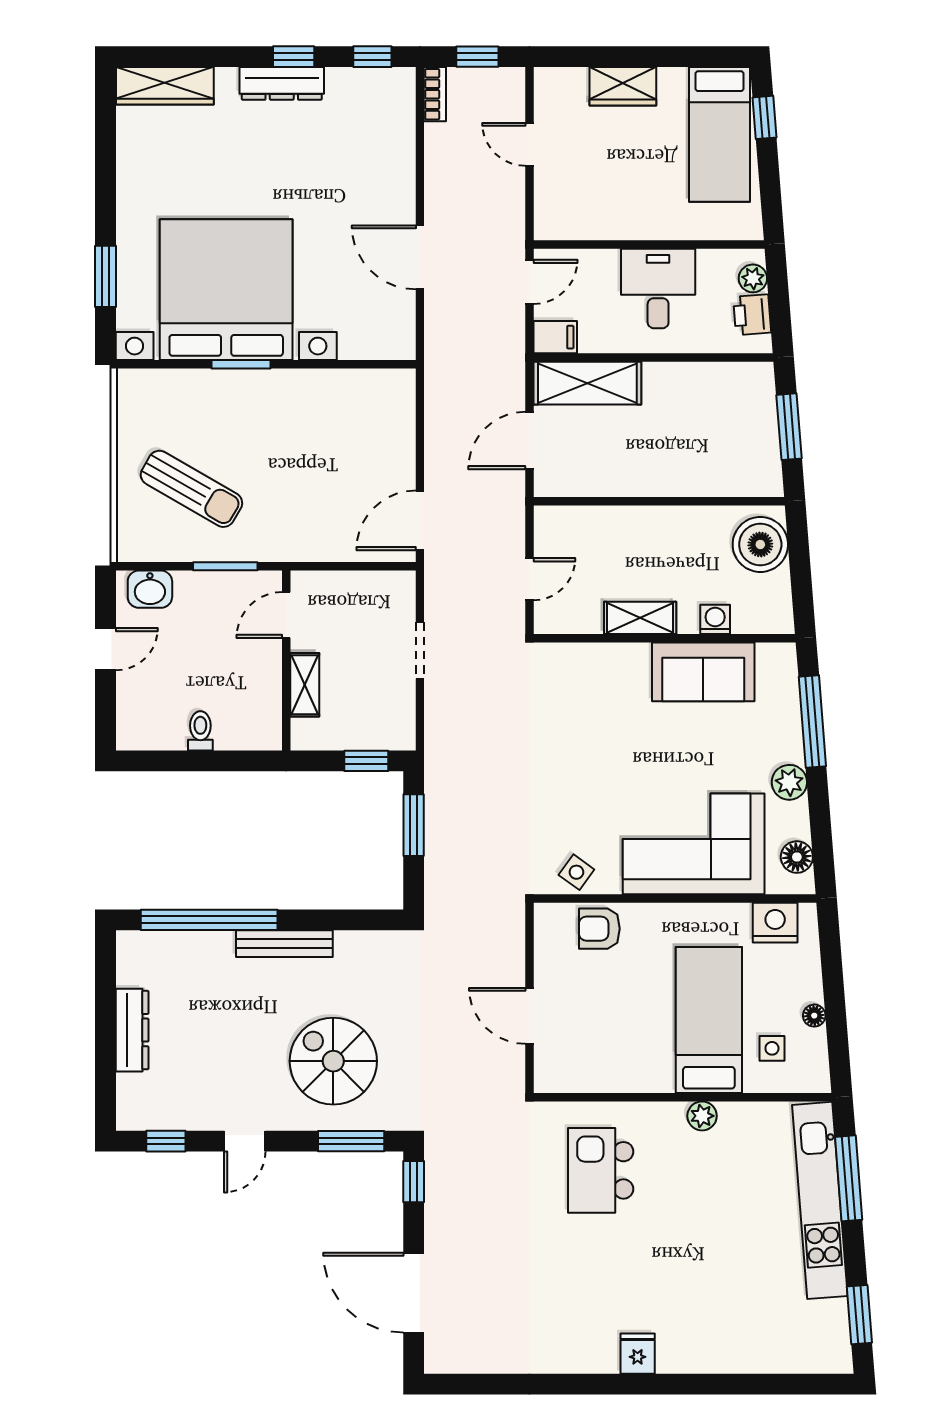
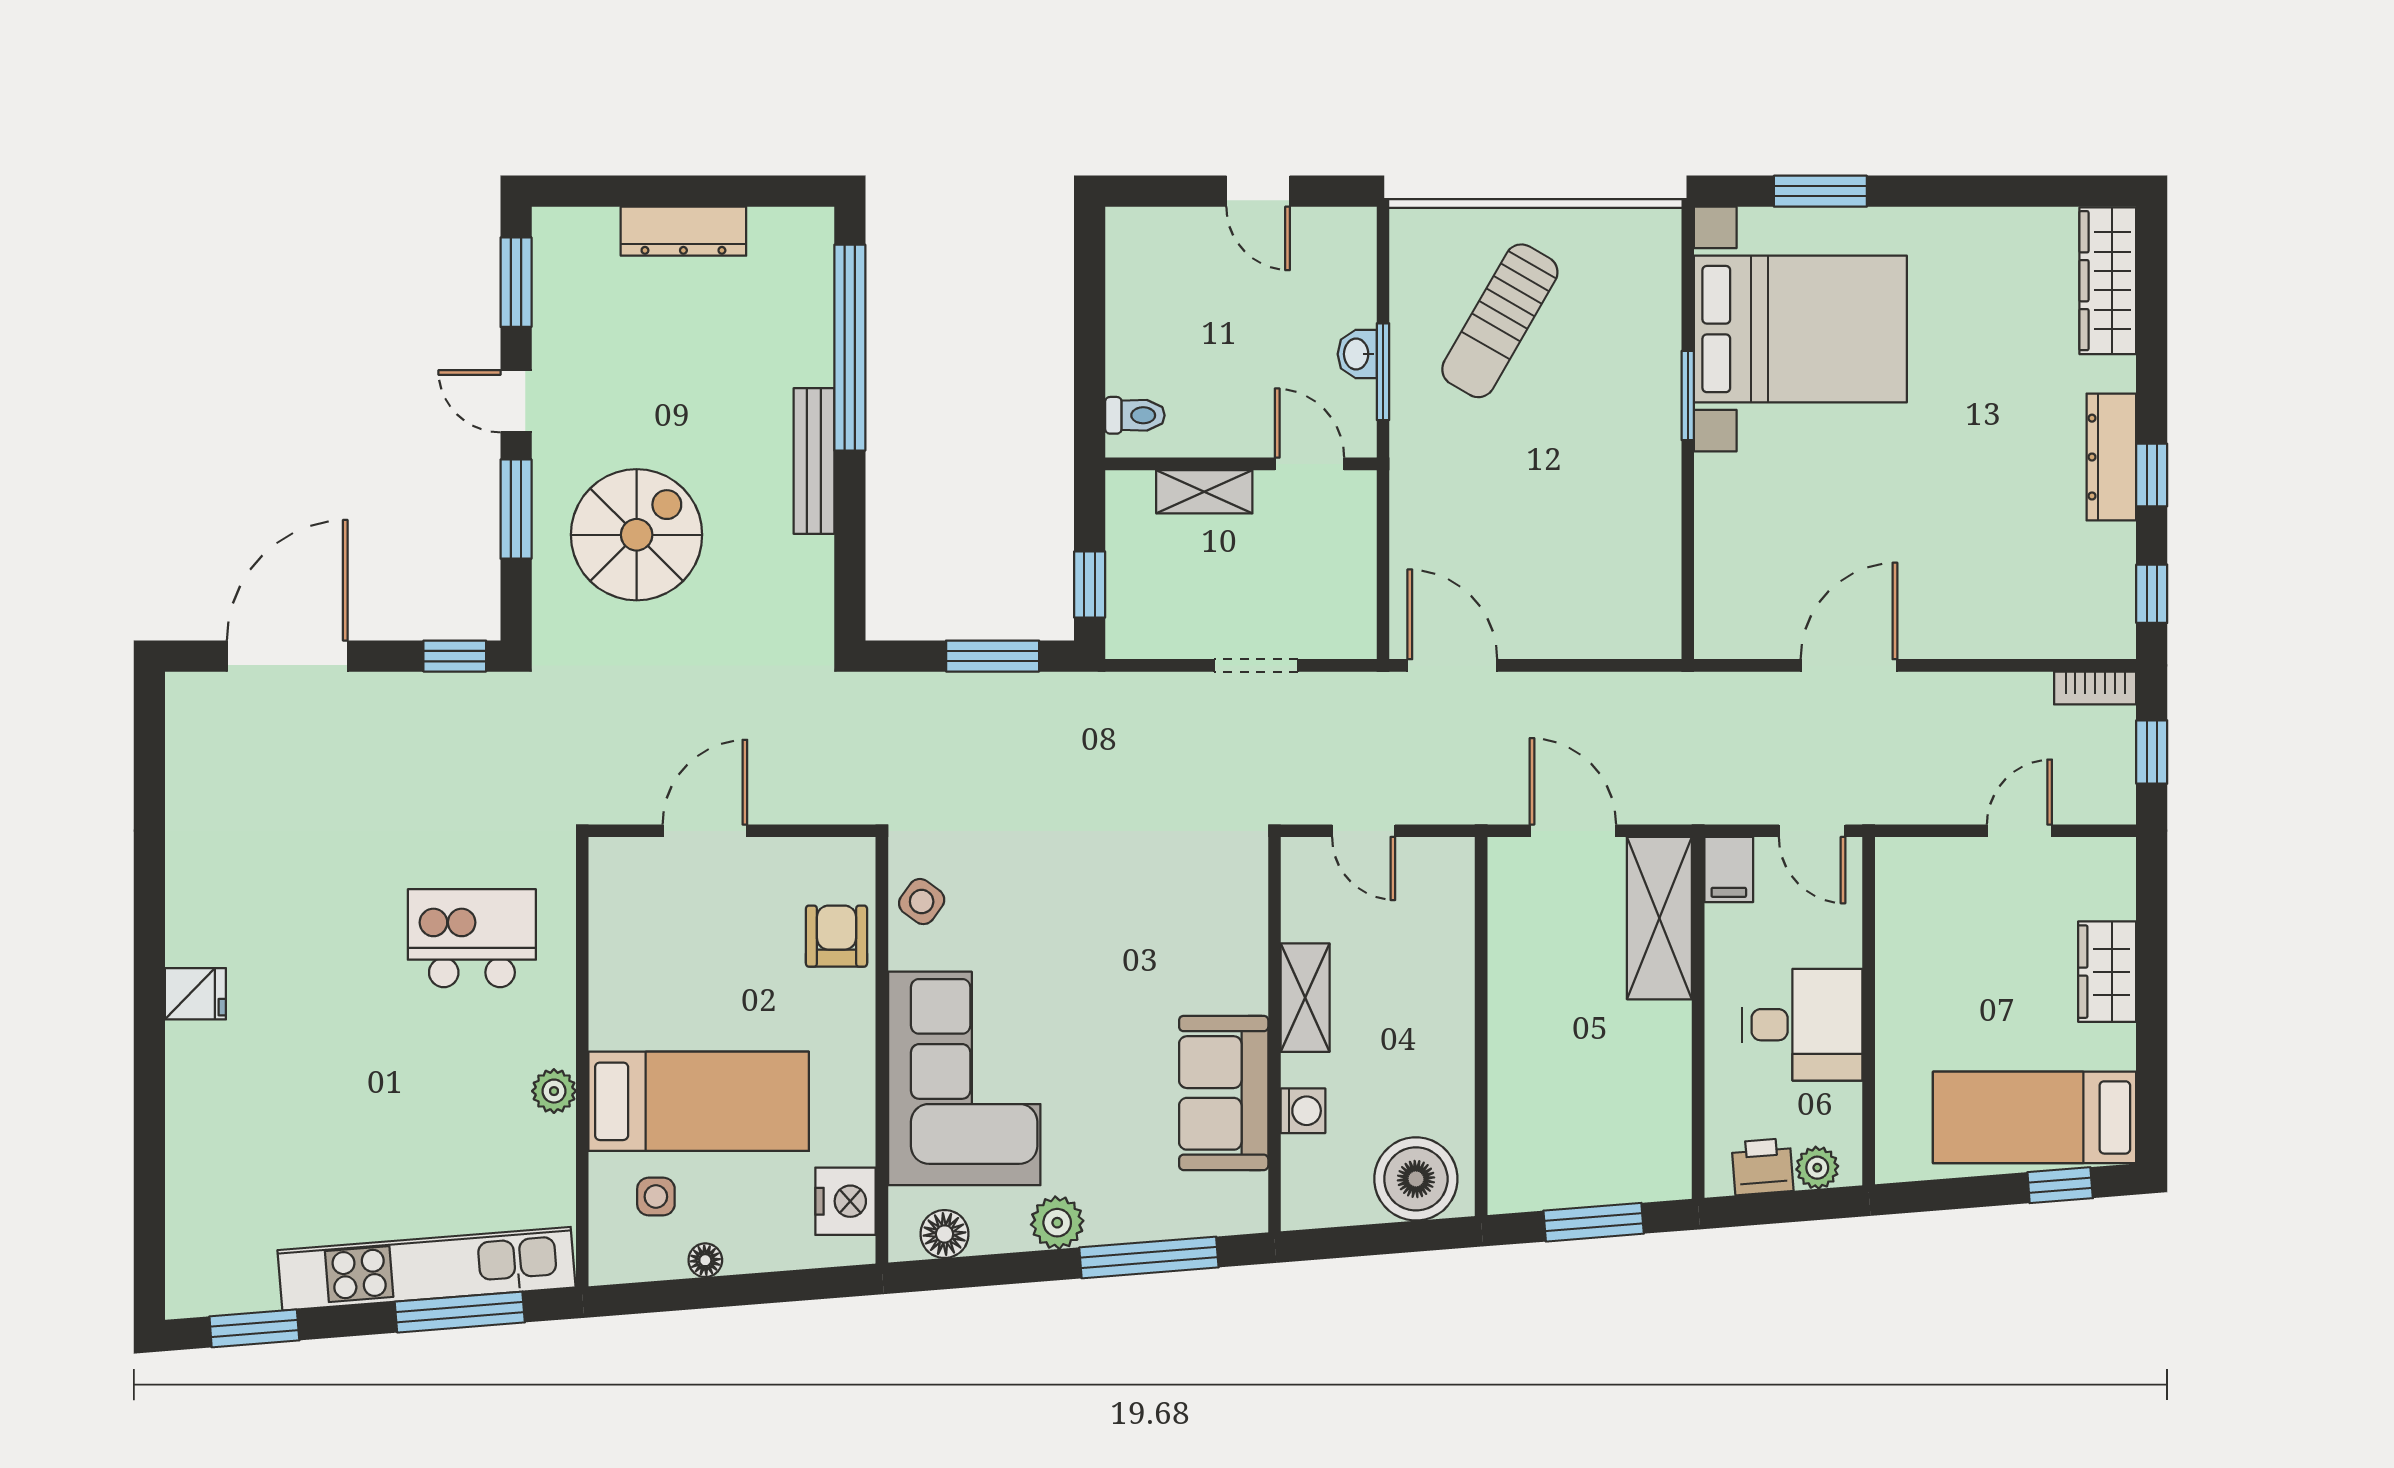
bed with nightstands: (226, 290) -> (1800, 329), width x0.73
washbasin: (150, 589) -> (1357, 354), moved, width x0.72, depth x0.69
toilet: (200, 731) -> (1135, 415), moved
window: (166, 1141) -> (516, 282), width x1.50
window: (351, 1141) -> (516, 509), moved

